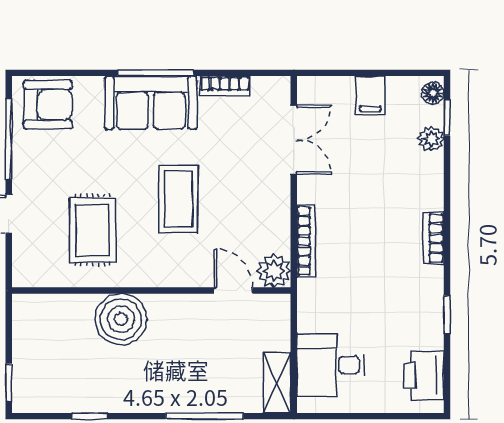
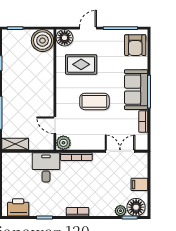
floor lamp: (433, 93) -> (136, 207), width x1.89, depth x1.89
double door: (294, 140) -> (120, 151), swing flipped
floor lamp: (31, 268) -> (65, 38), added
door: (233, 291) -> (55, 125), swing flipped
boiler: (121, 319) -> (43, 41), moved
desk: (331, 365) -> (46, 167), moved

